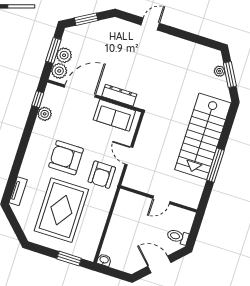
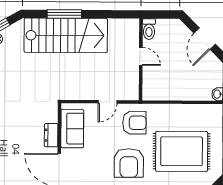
dresser: (119, 95) -> (51, 135), width x0.70
window: (215, 165) -> (64, 14), moved
toilet: (178, 237) -> (149, 29), moved

